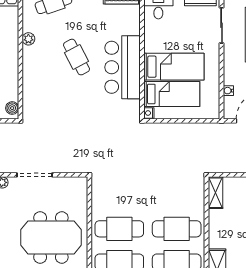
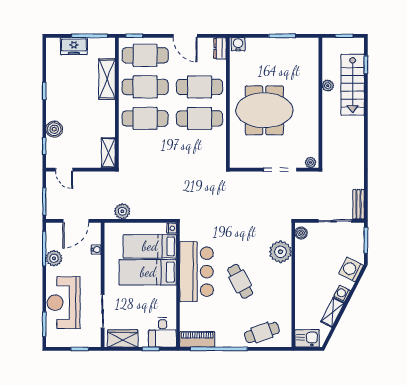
plant: (28, 39) -> (280, 252), moved, width x1.88, depth x1.88
plant: (201, 131) -> (122, 211), added

